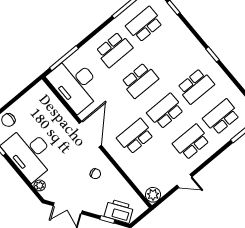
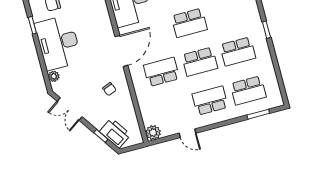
school desk: (165, 111) -> (200, 62), turned 180
school desk: (221, 117) -> (248, 90), turned 180

